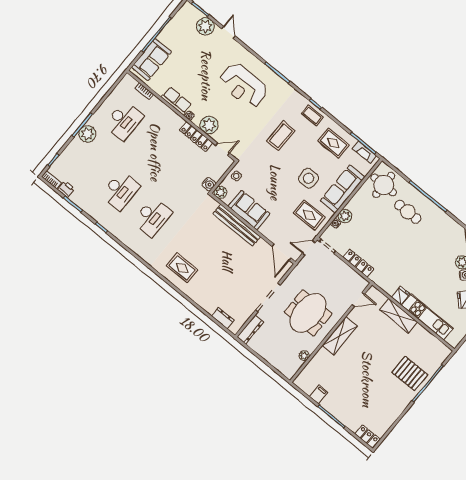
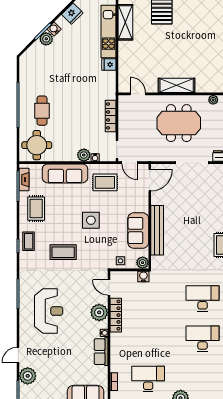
side table: (308, 178) -> (91, 220), moved
rug: (309, 215) -> (105, 182), turned 90
shelving: (399, 316) -> (125, 22), moved

